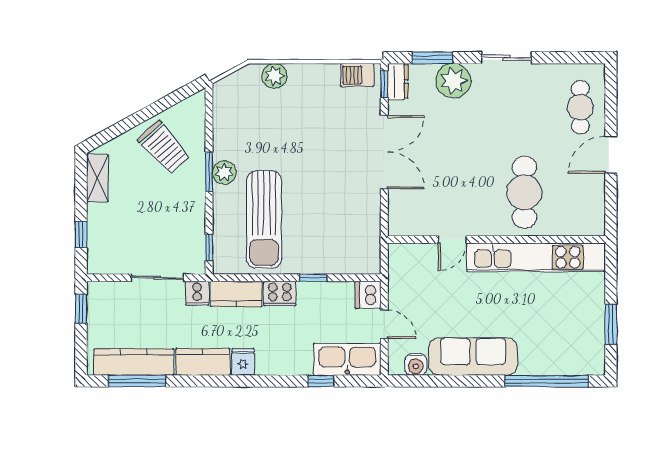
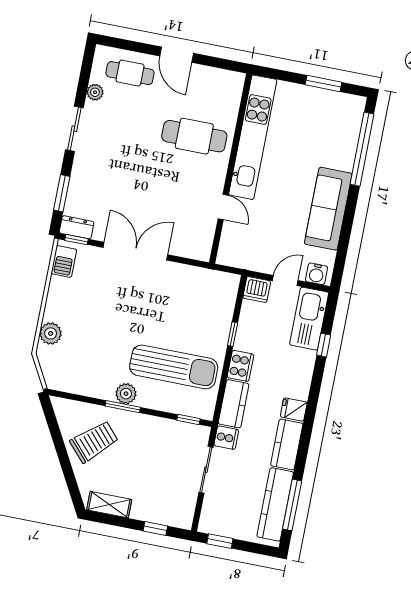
plant: (453, 81) -> (95, 92), moved, width x0.53, depth x0.53
water cooler: (416, 364) -> (316, 274), moved, turned 90

